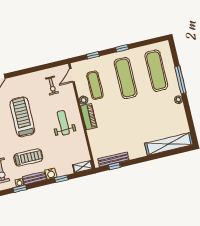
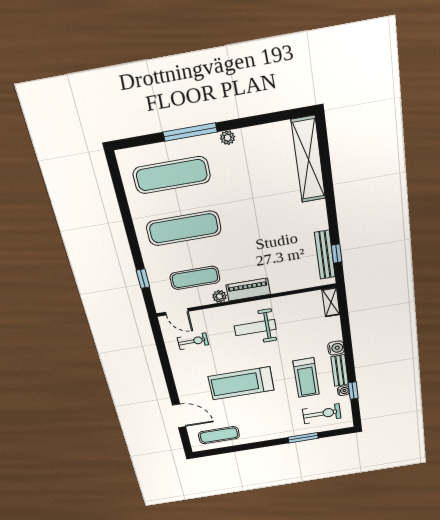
window: (122, 48) -> (131, 232), removed
treadmill: (28, 157) -> (306, 378), turned 180
window: (61, 179) -> (346, 334), removed

